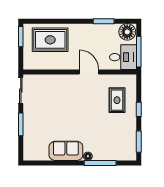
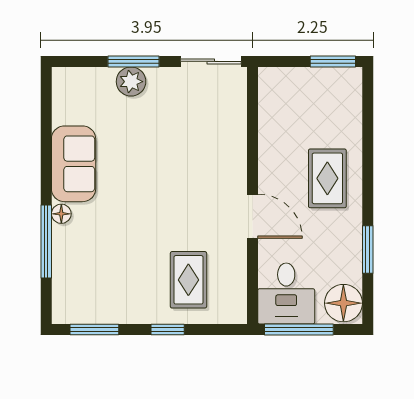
rug: (50, 40) -> (327, 178), moved, width x0.73, depth x0.70
door: (89, 72) -> (252, 216), hinge flipped
rug: (117, 100) -> (188, 280), turned 90
plant: (30, 126) -> (131, 82), added

